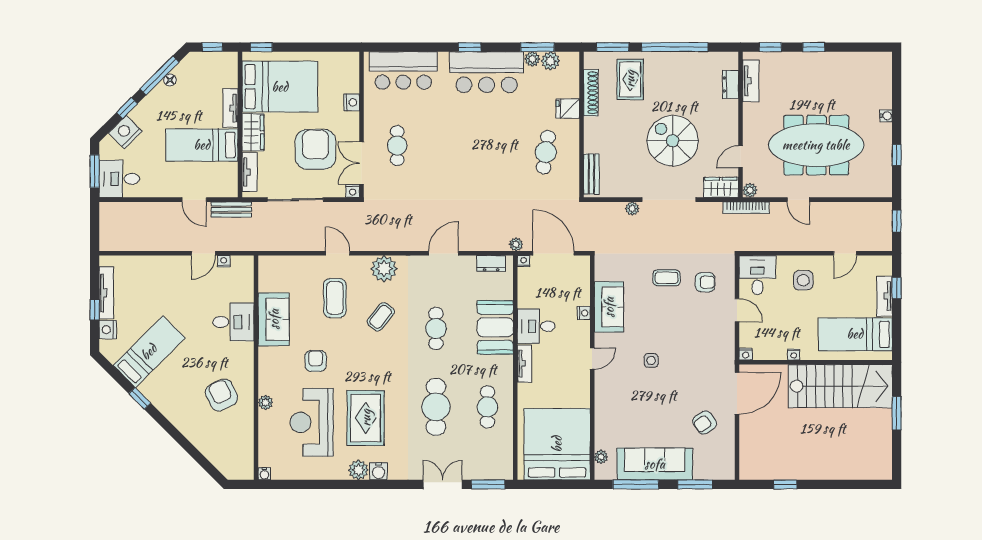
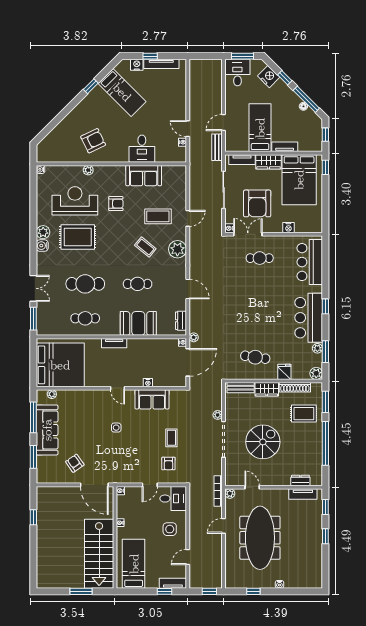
plant: (550, 61) -> (316, 373), moved
armchair: (315, 149) -> (257, 203), turned 90
wardrobe: (721, 187) -> (267, 389), moved, turned 90
door: (845, 253) -> (188, 557), hinge flipped
tv unit: (885, 296) -> (173, 583), moved
desk: (536, 326) -> (139, 351), removed

